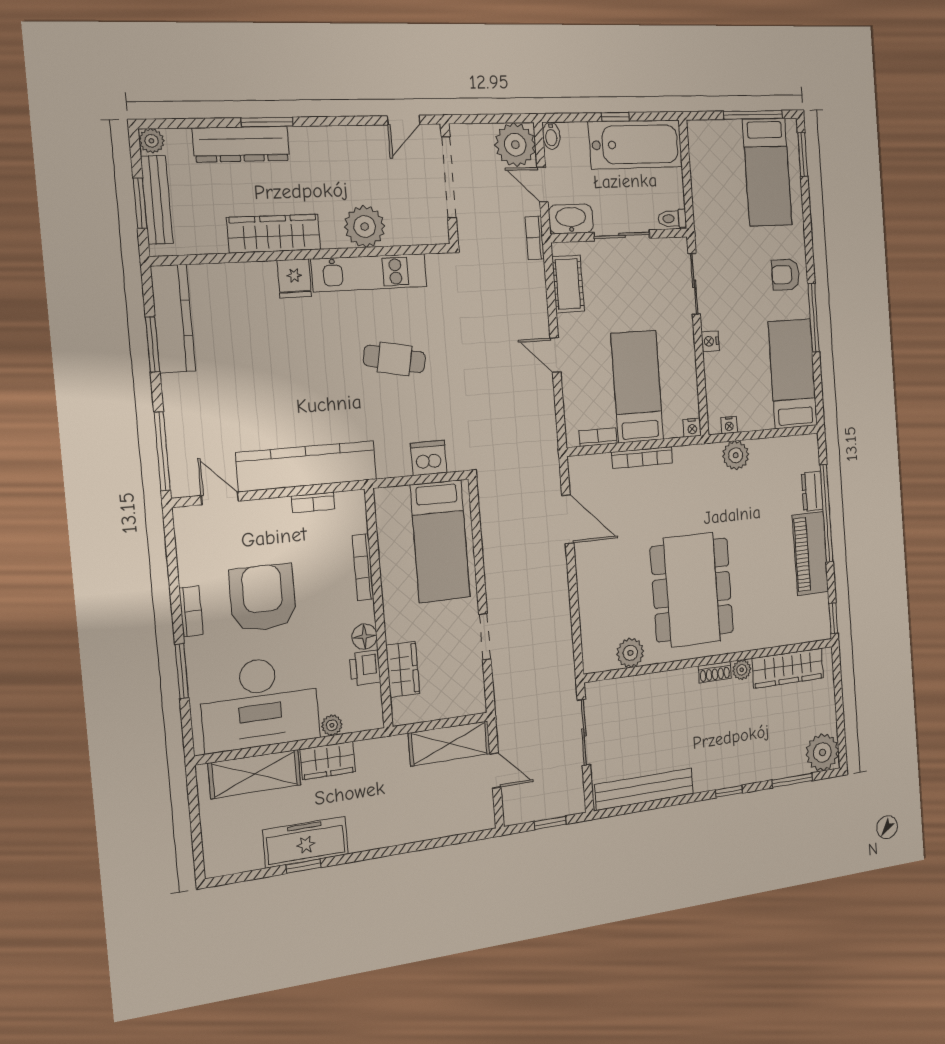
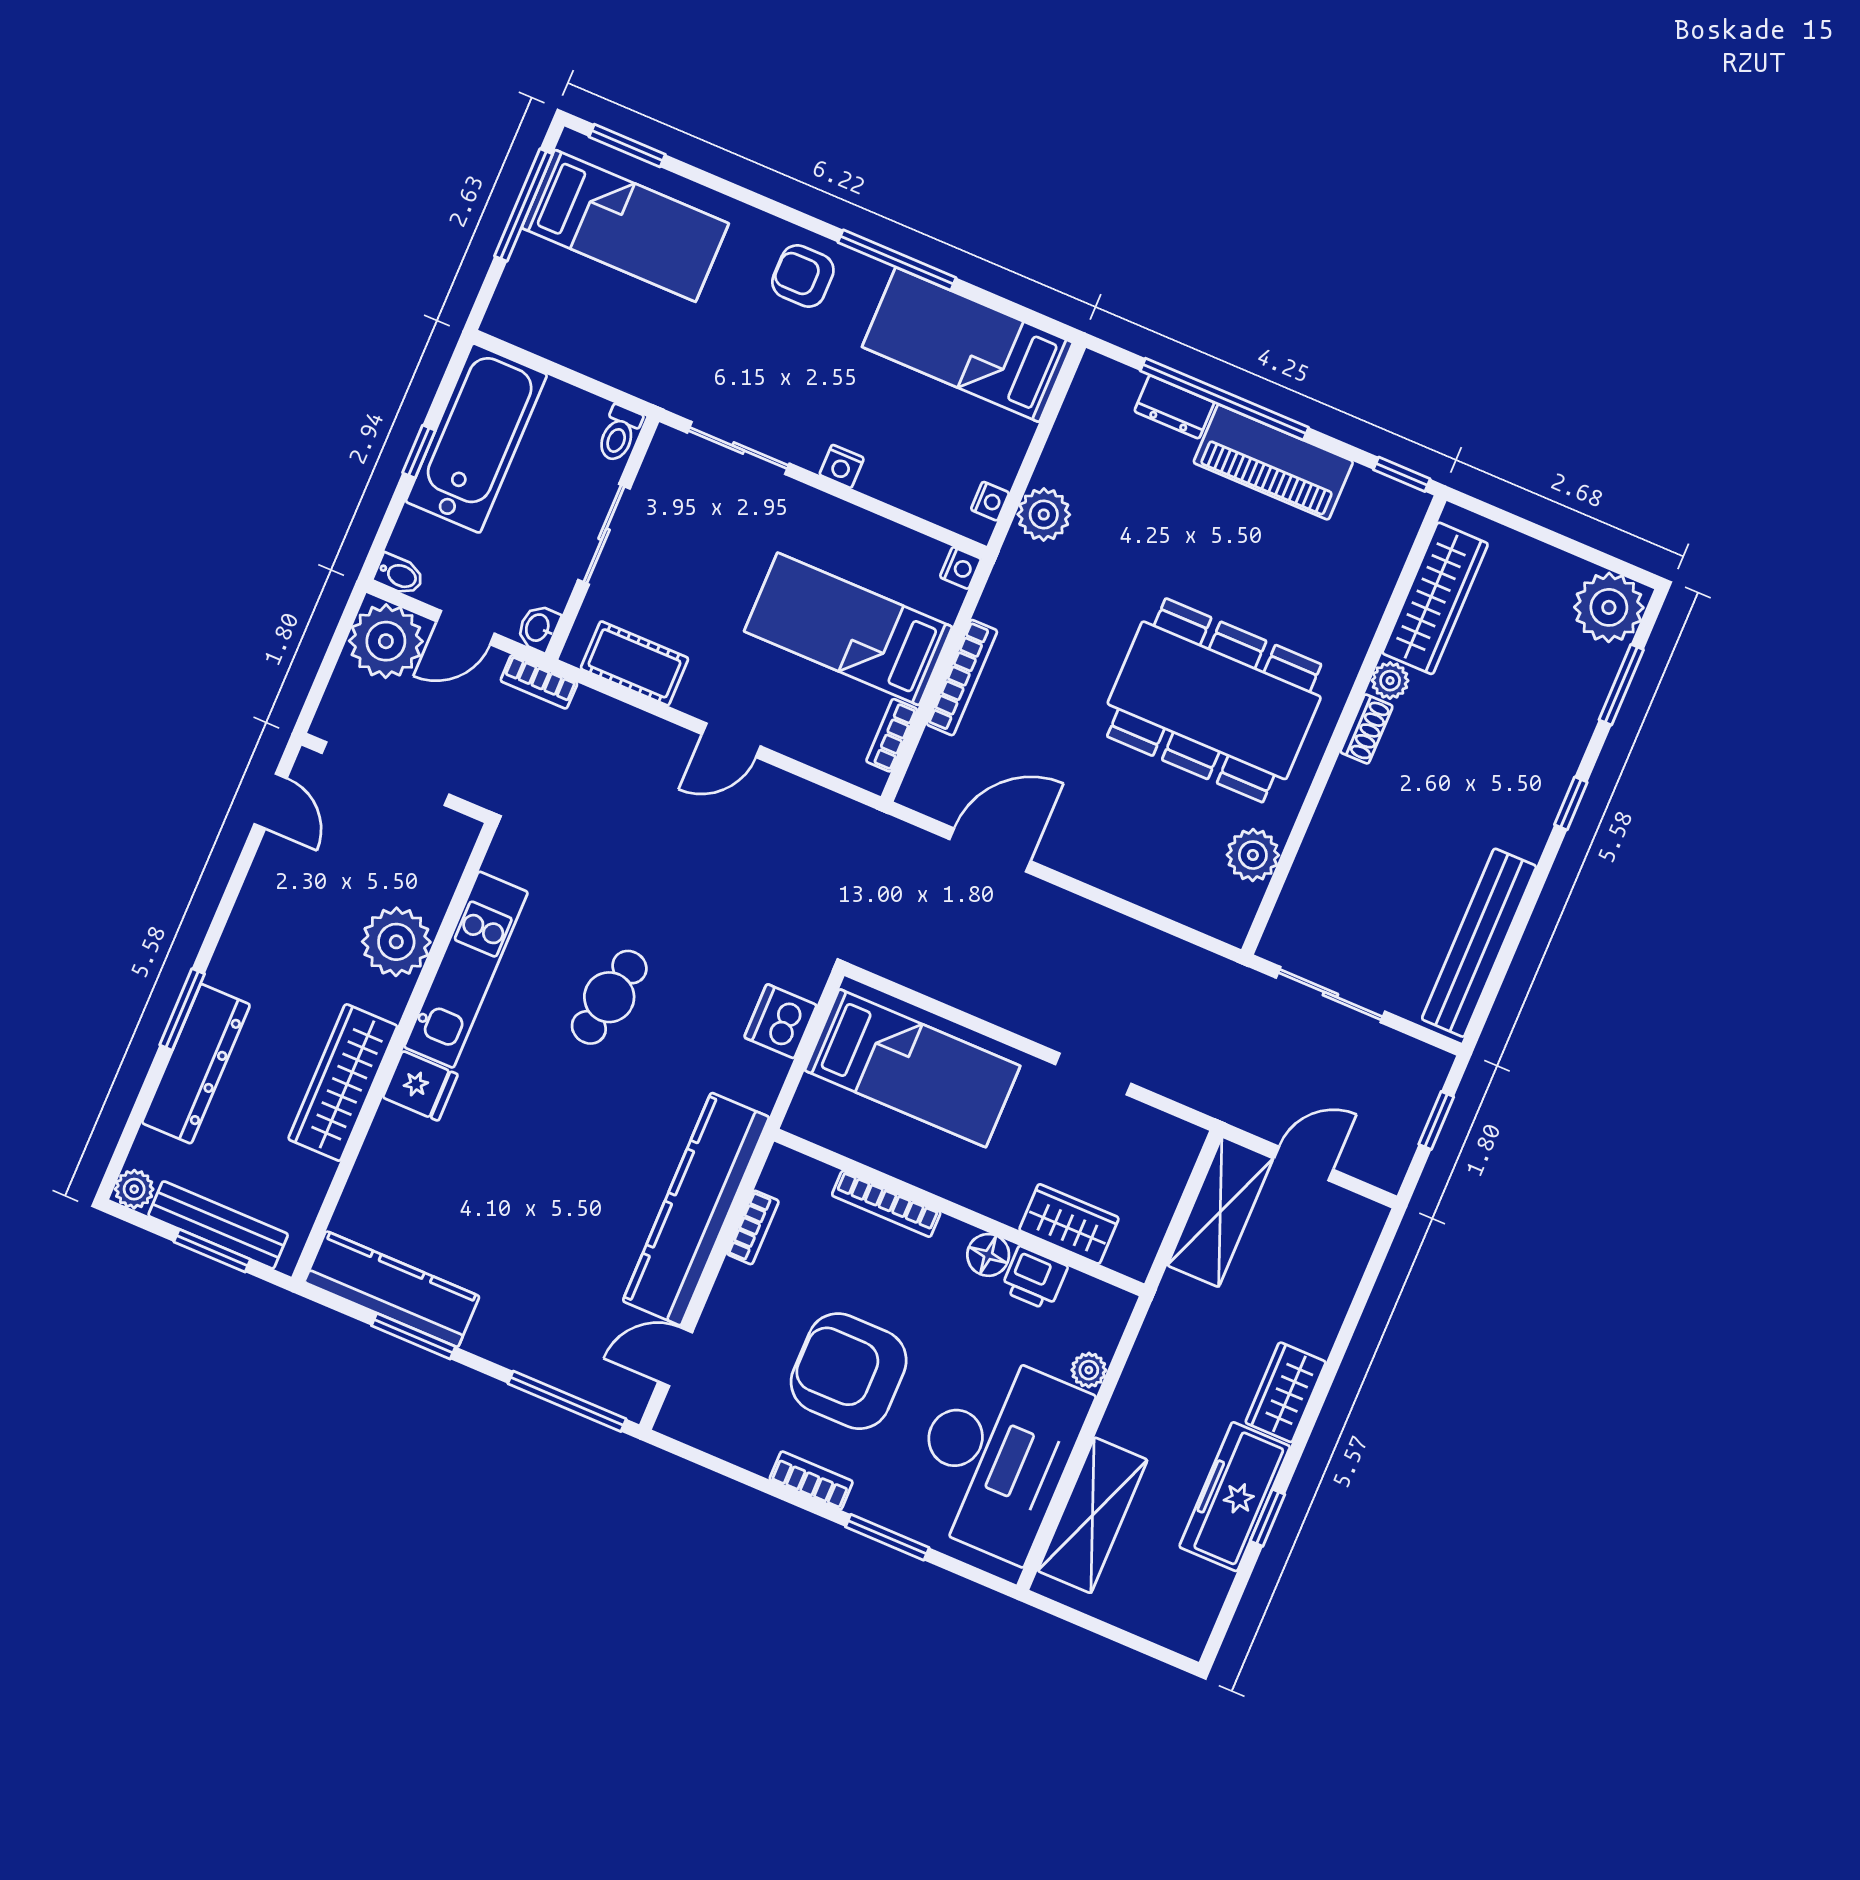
washbasin: (571, 219) -> (538, 628), width x0.52, depth x0.69
armchair: (786, 275) -> (803, 276), turned 90
wardrobe: (328, 761) -> (1286, 1392), moved, turned 180

